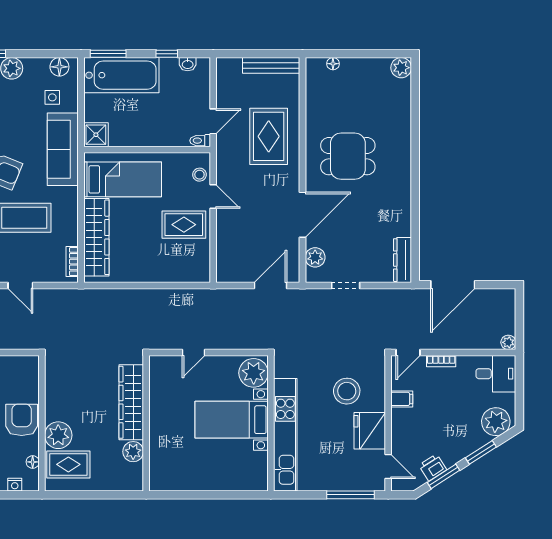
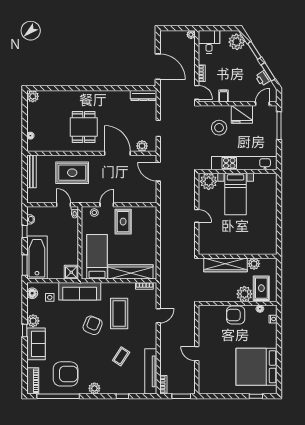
wardrobe: (131, 402) -> (226, 265), moved
wall: (146, 423) -> (238, 256), moved
plant: (133, 452) -> (254, 264), moved

